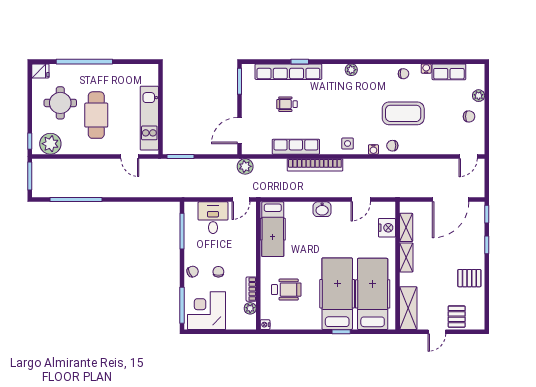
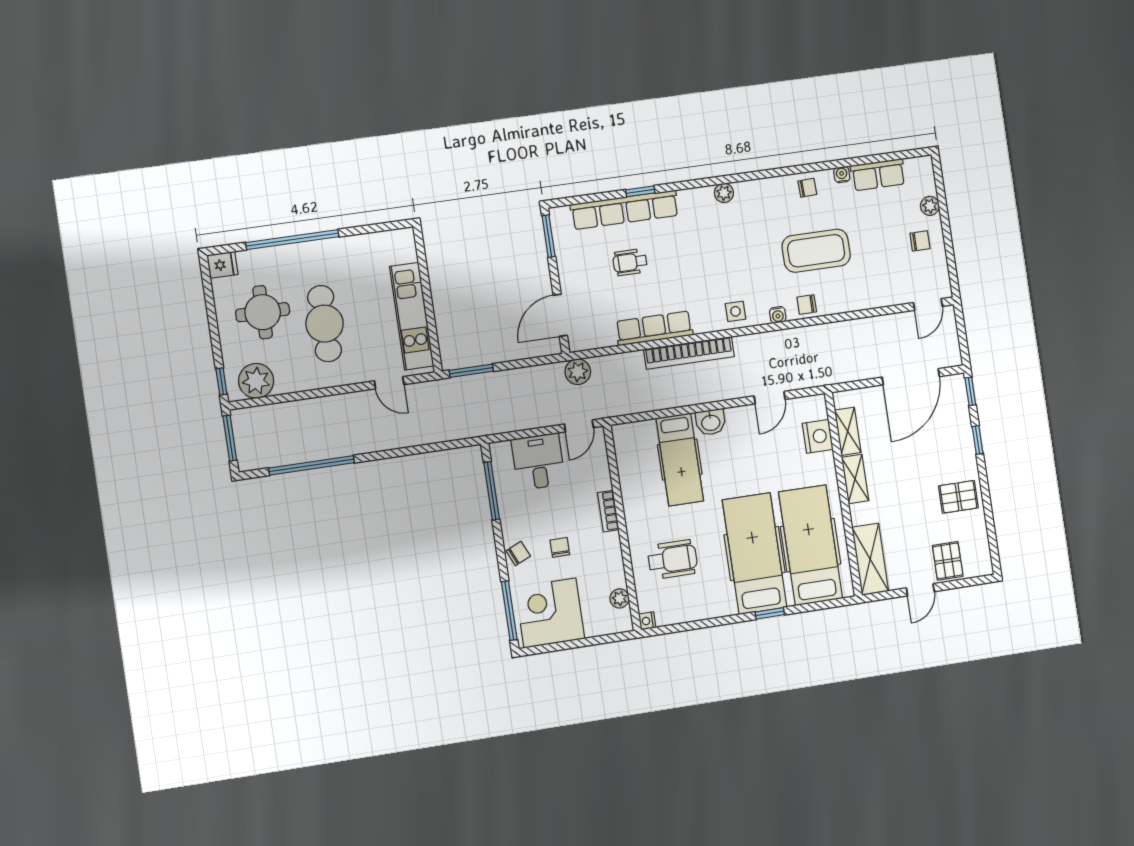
hospital bed: (273, 229) -> (680, 459), moved
bookcase: (251, 289) -> (608, 511), moved

